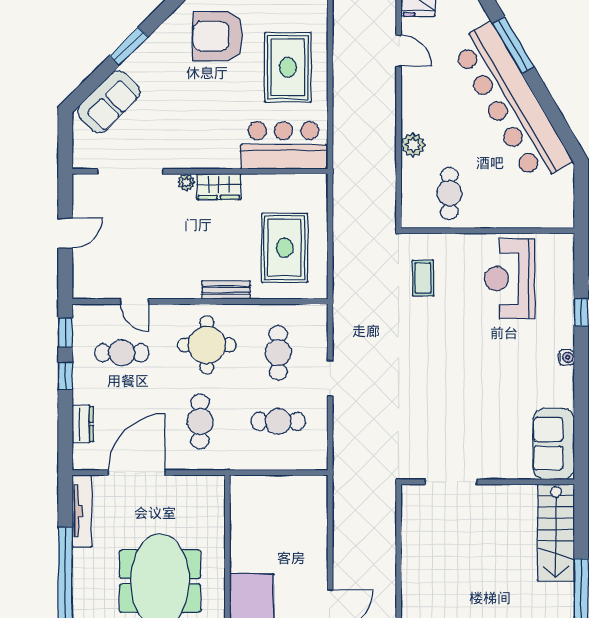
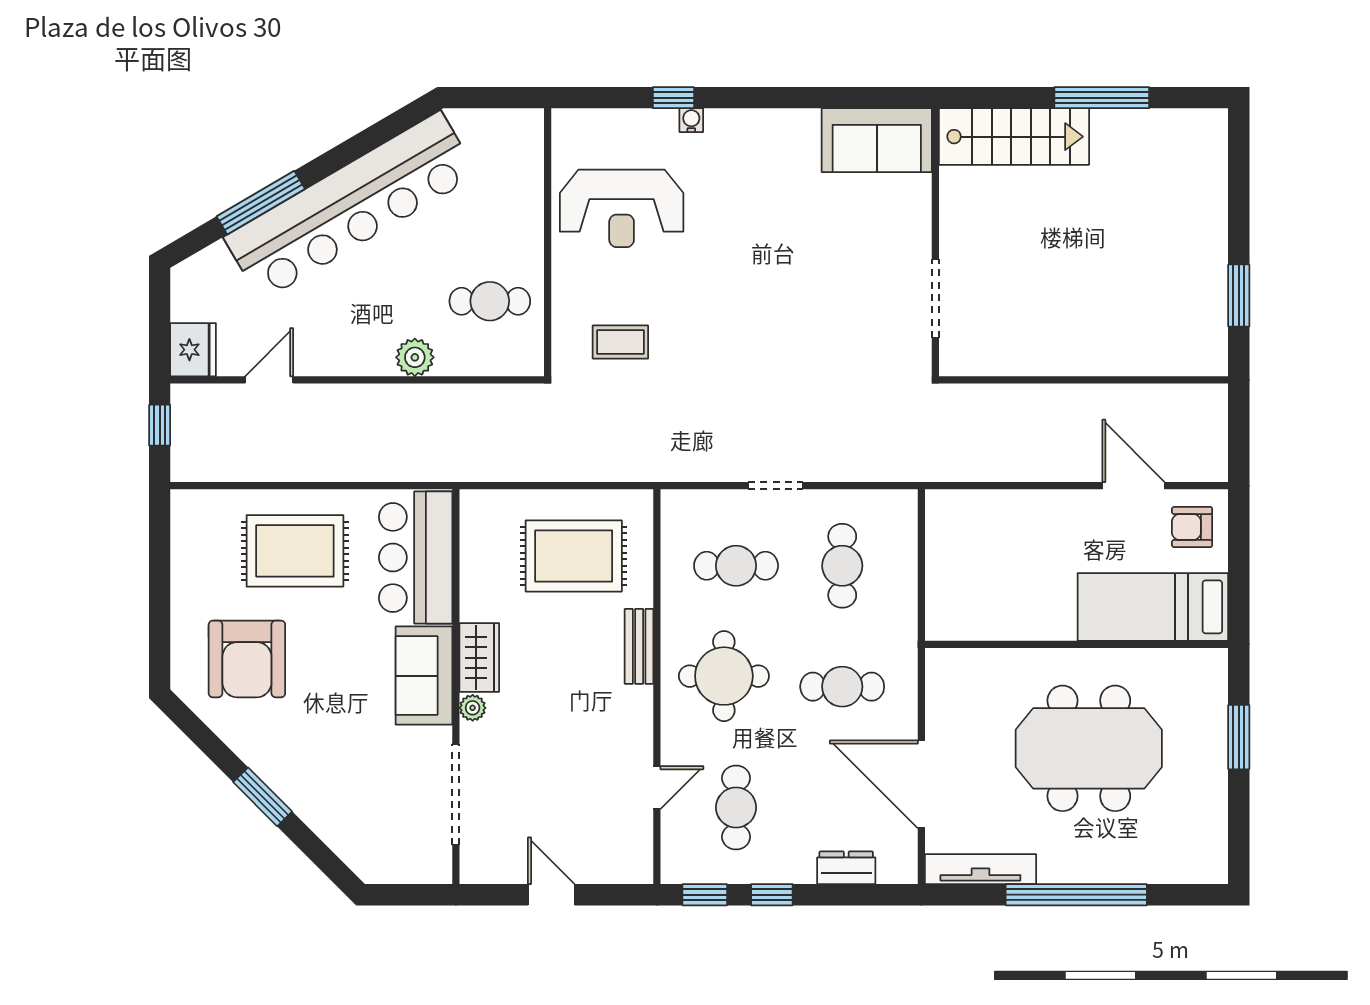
sofa: (109, 102) -> (424, 676), moved, turned -135
water cooler: (567, 357) -> (691, 120), moved

